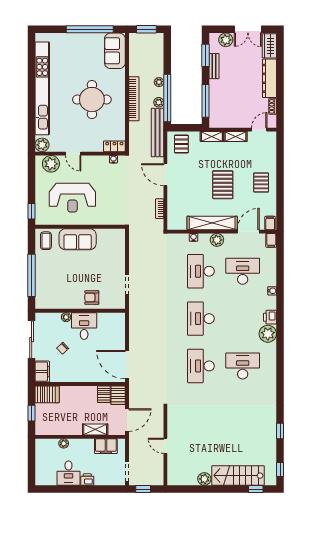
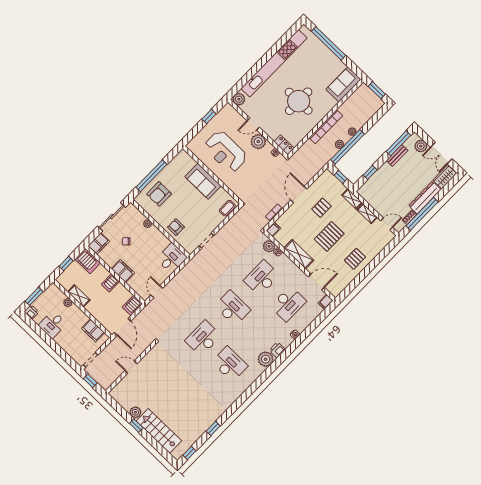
window: (90, 29) -> (329, 43), moved
window: (206, 55) -> (398, 143), width x1.44
window: (280, 94) -> (422, 214), added
window: (206, 101) -> (370, 172), width x0.46
window: (185, 128) -> (341, 177), added
bench: (158, 133) -> (320, 163), removed
pallet: (181, 144) -> (322, 208), moved
door: (73, 154) -> (253, 124), hinge flipped
plant: (51, 164) -> (258, 142), moved
window: (32, 211) -> (209, 117), moved
shelving: (212, 223) -> (299, 254), width x0.68
filing cabinet: (270, 223) -> (273, 230), moved
plant: (217, 240) -> (269, 246), moved
coffee table: (46, 241) -> (227, 208), moved
desk: (243, 271) -> (288, 304), turned 90
armchair: (52, 284) -> (159, 194), added
desk: (201, 319) -> (232, 308), turned 90
desk: (84, 326) -> (172, 258), moved
door: (127, 365) -> (157, 292), width x0.53
filing cabinet: (83, 375) -> (123, 271), added
server rack: (104, 394) -> (110, 283), moved
door: (127, 420) -> (123, 327), hinge flipped
shelving: (95, 429) -> (79, 296), moved
door: (165, 446) -> (131, 367), hinge flipped
window: (32, 465) -> (34, 296), added
printer: (87, 480) -> (31, 312), moved
window: (256, 489) -> (136, 426), moved

